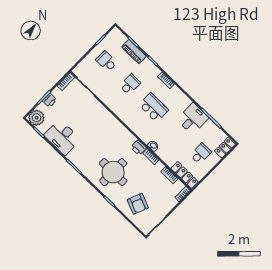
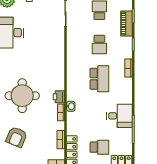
school desk: (130, 84) -> (99, 45), turned 90

